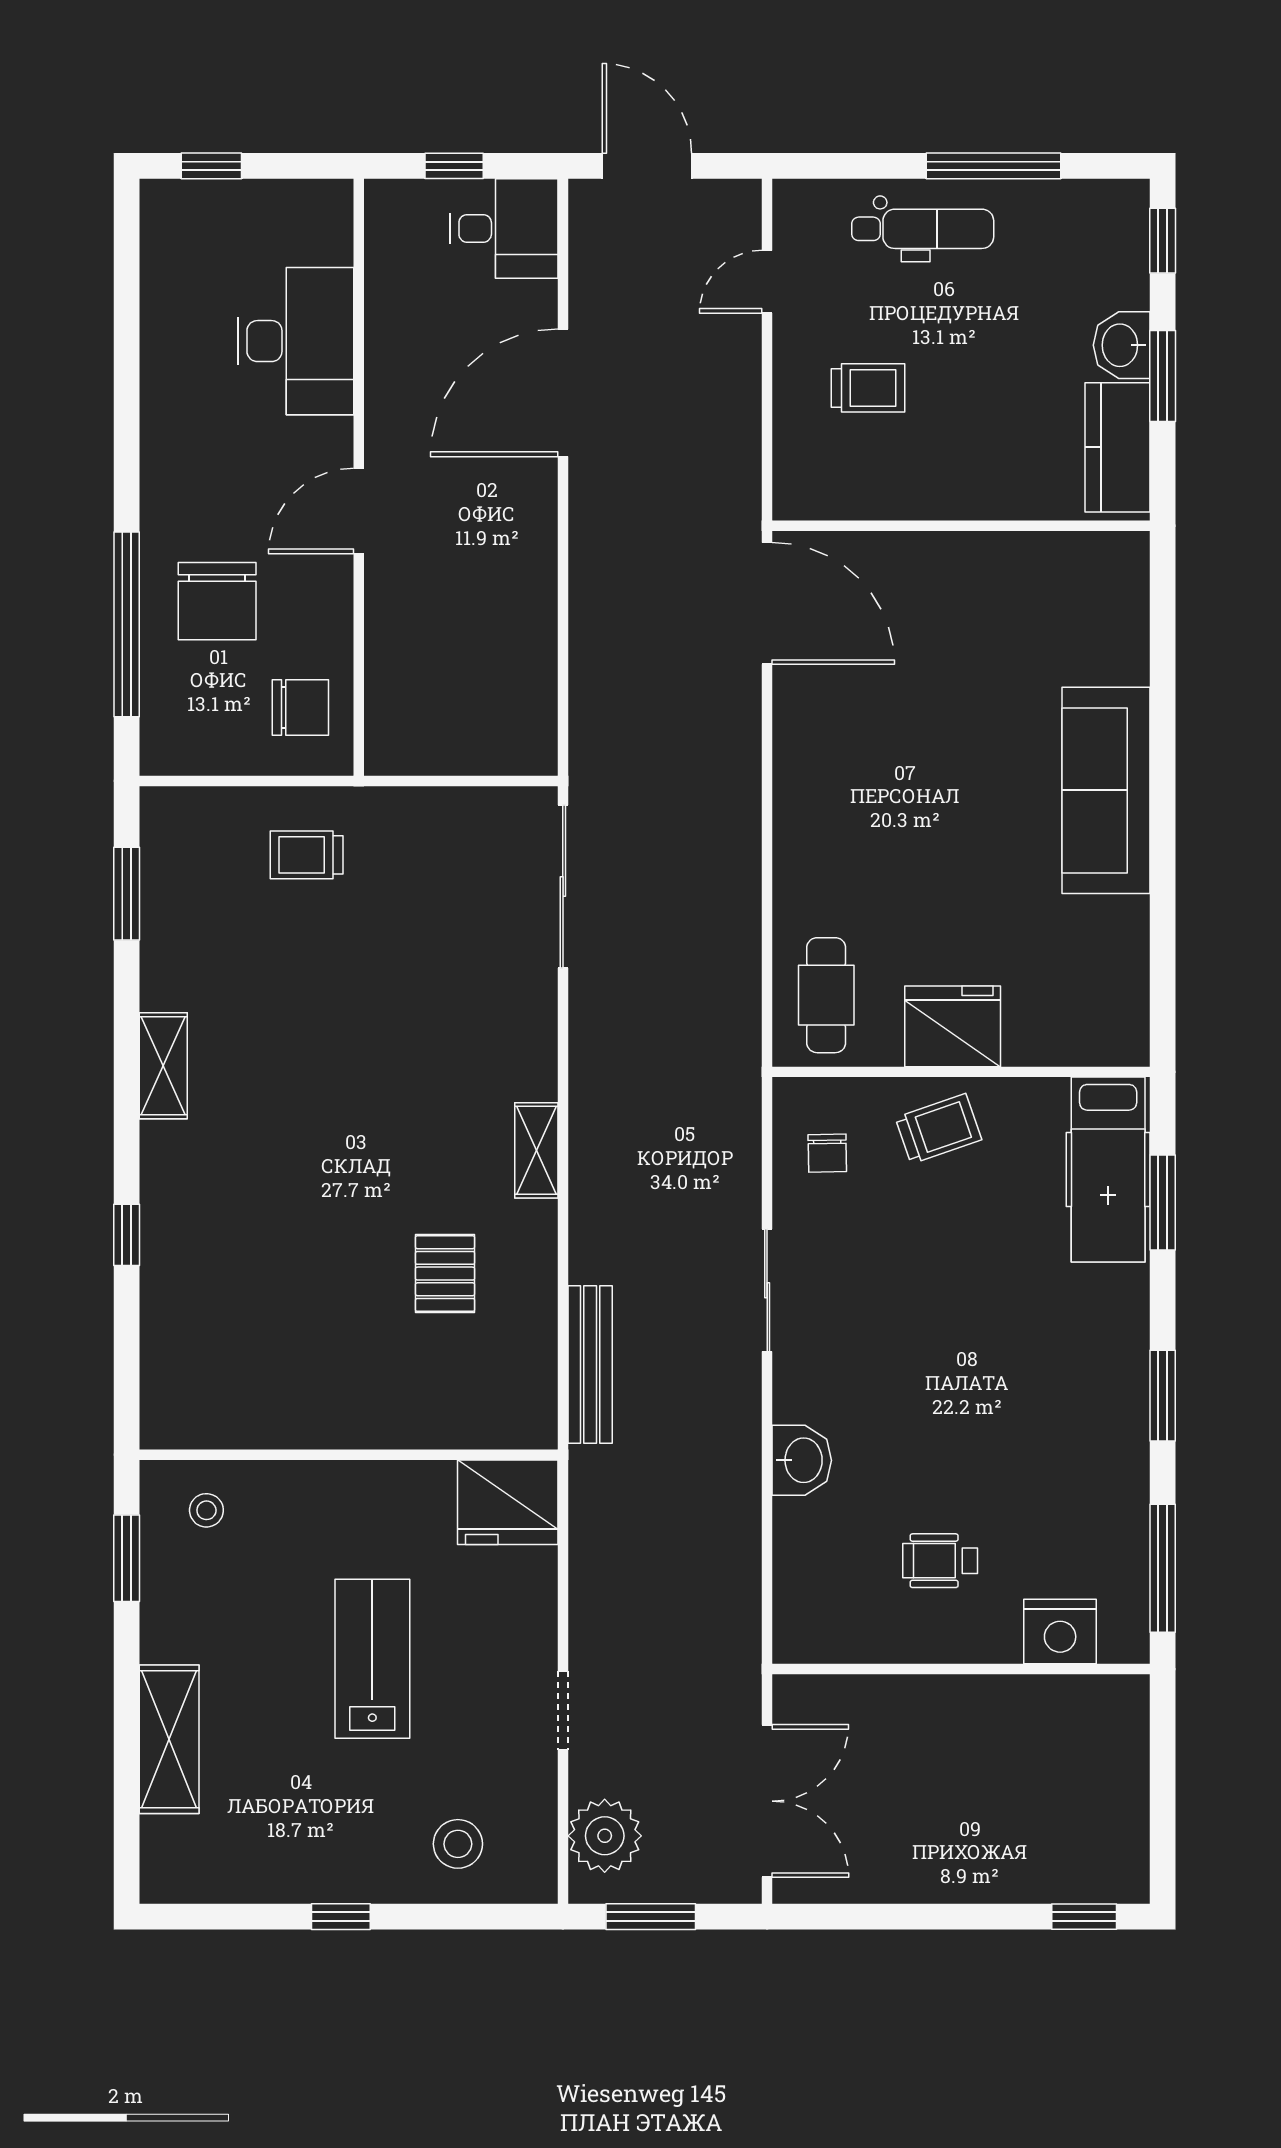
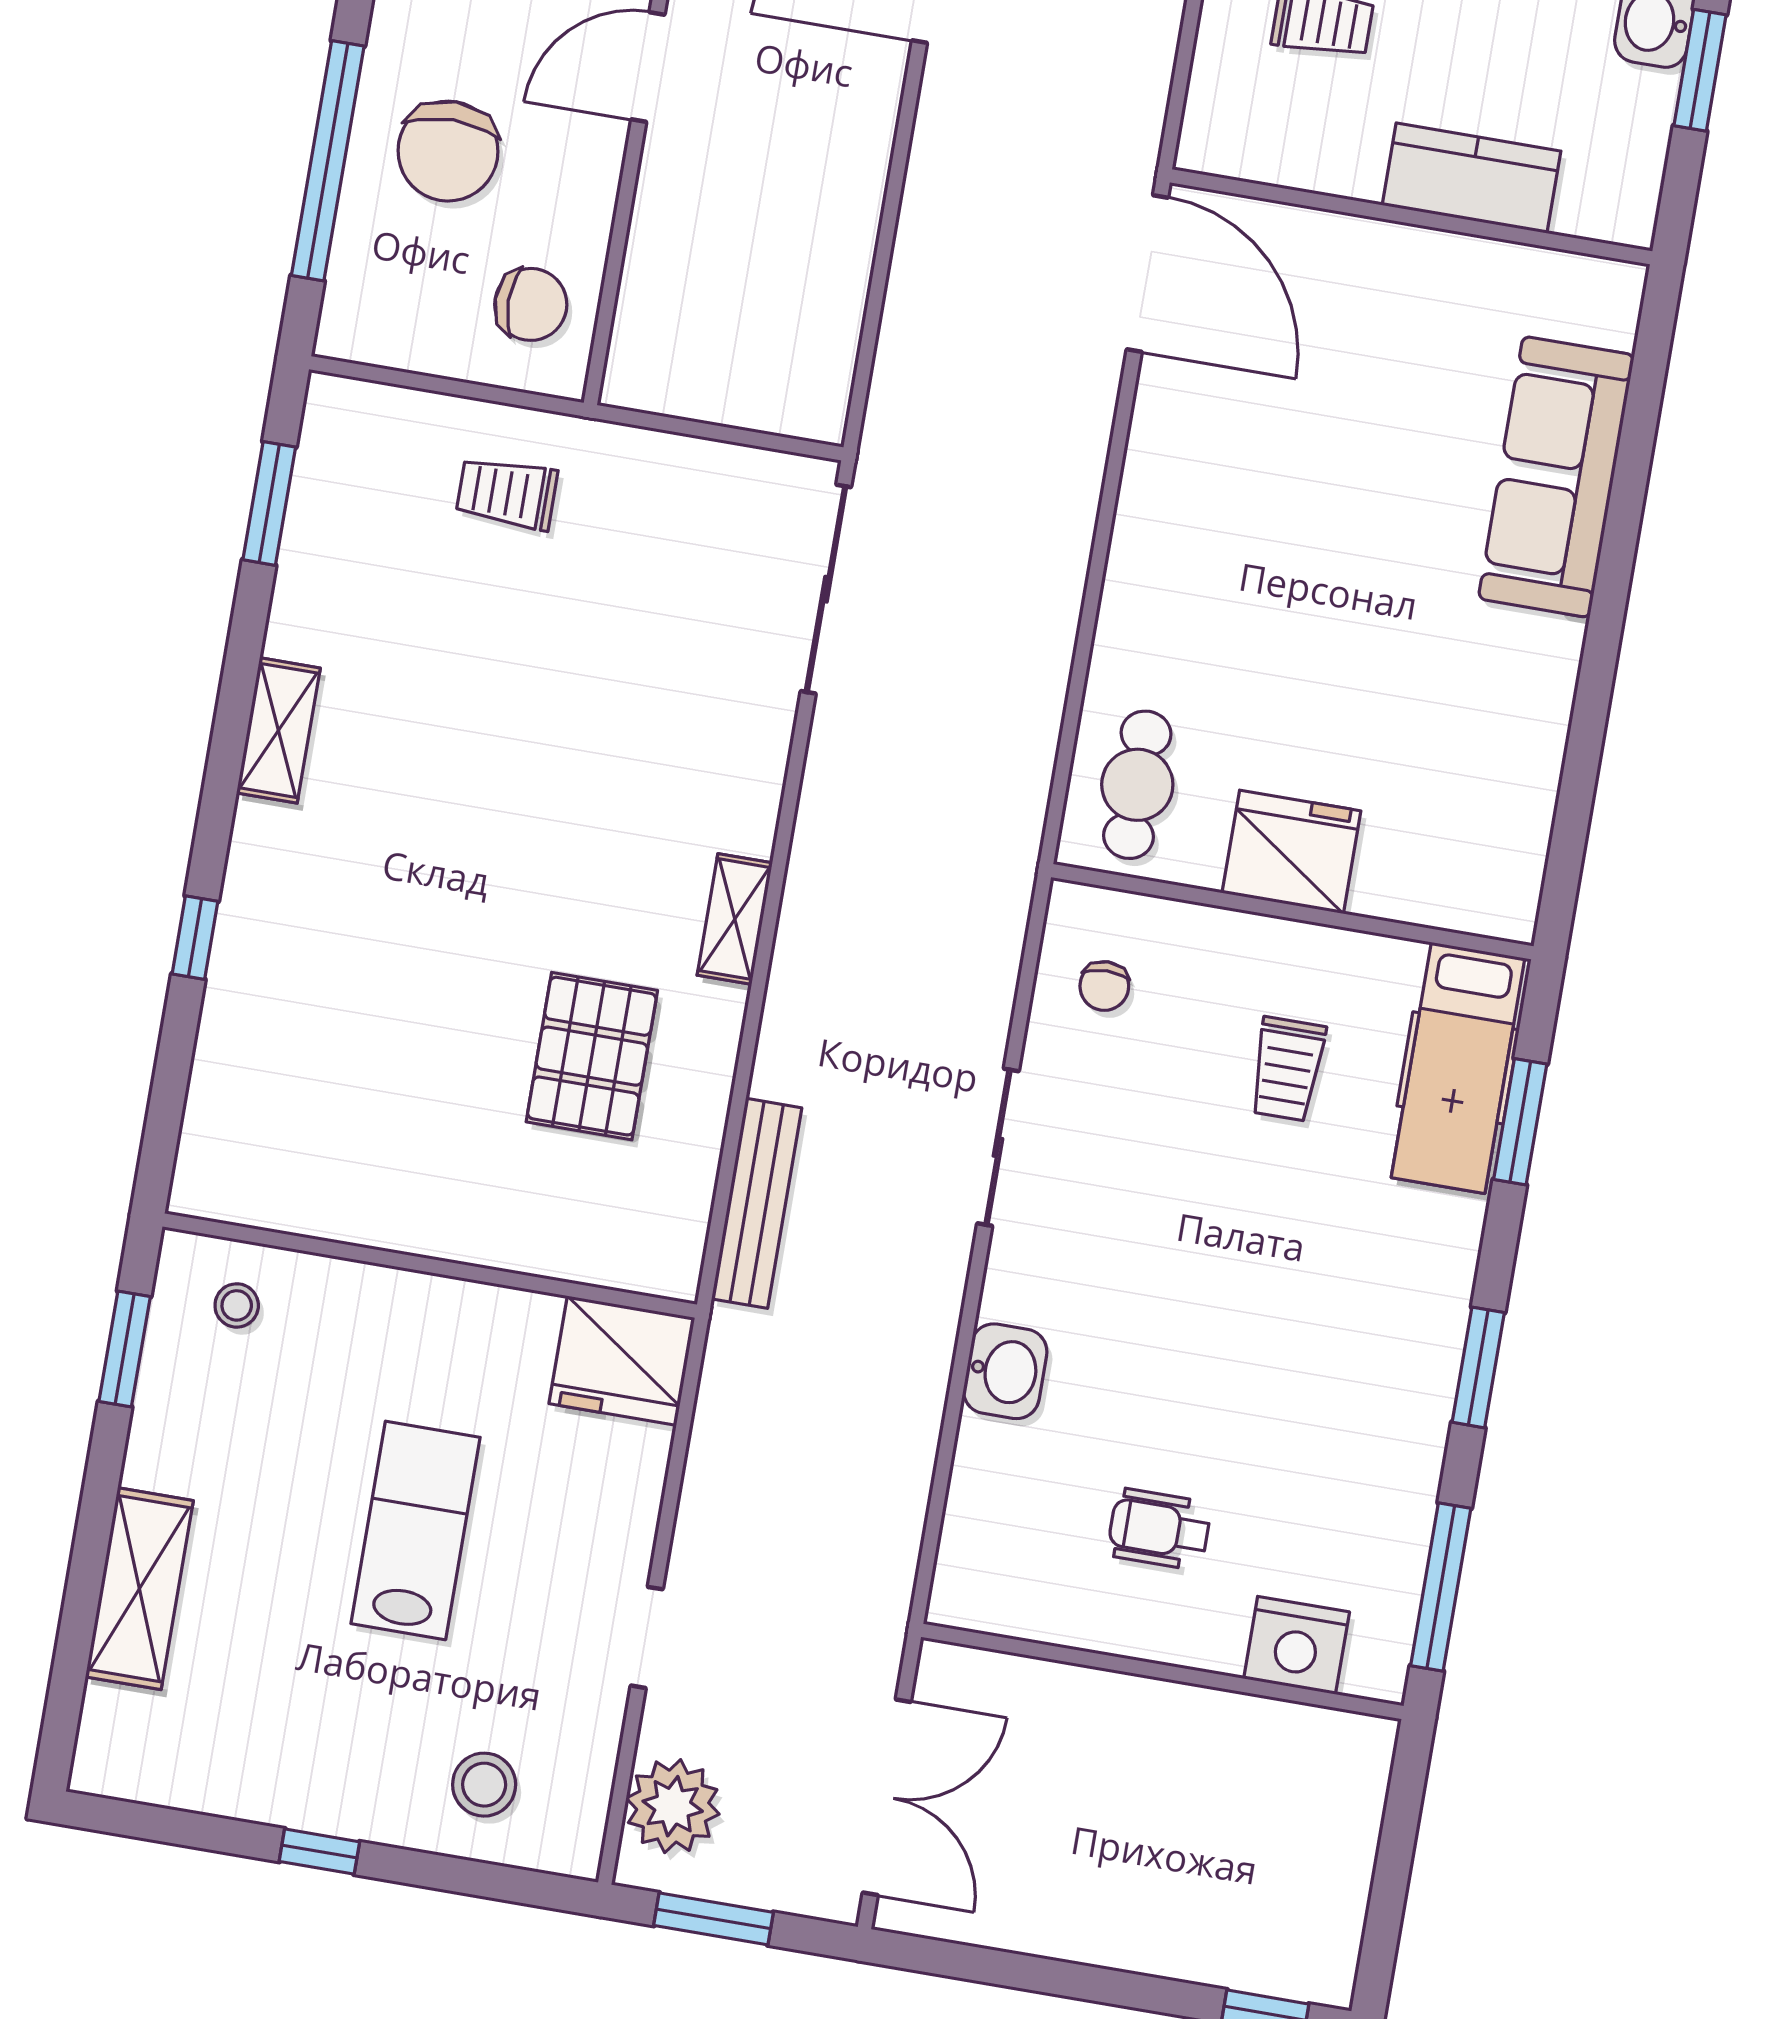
kitchen counter: (1118, 447) -> (1472, 178), moved, turned 90
sofa: (1106, 790) -> (1556, 477), moved
trolley: (938, 1129) -> (1287, 1069), moved, turned 109
pallet: (445, 1274) -> (592, 1056), width x1.50, depth x1.42

